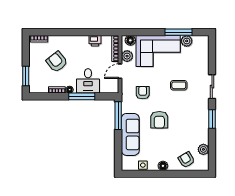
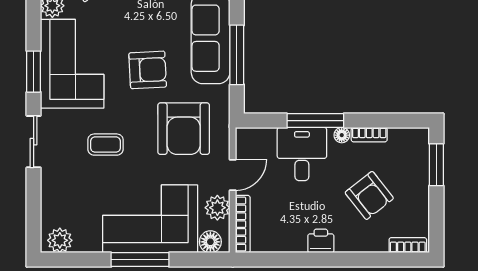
window: (178, 32) -> (140, 260), moved
printer: (95, 41) -> (321, 241), moved
plant: (187, 41) -> (60, 240), moved
armchair: (143, 93) -> (184, 129), width x1.88, depth x1.88
window: (118, 116) -> (237, 55), moved
armchair: (159, 120) -> (148, 70), turned 87
corner sofa: (194, 123) -> (72, 64), added

